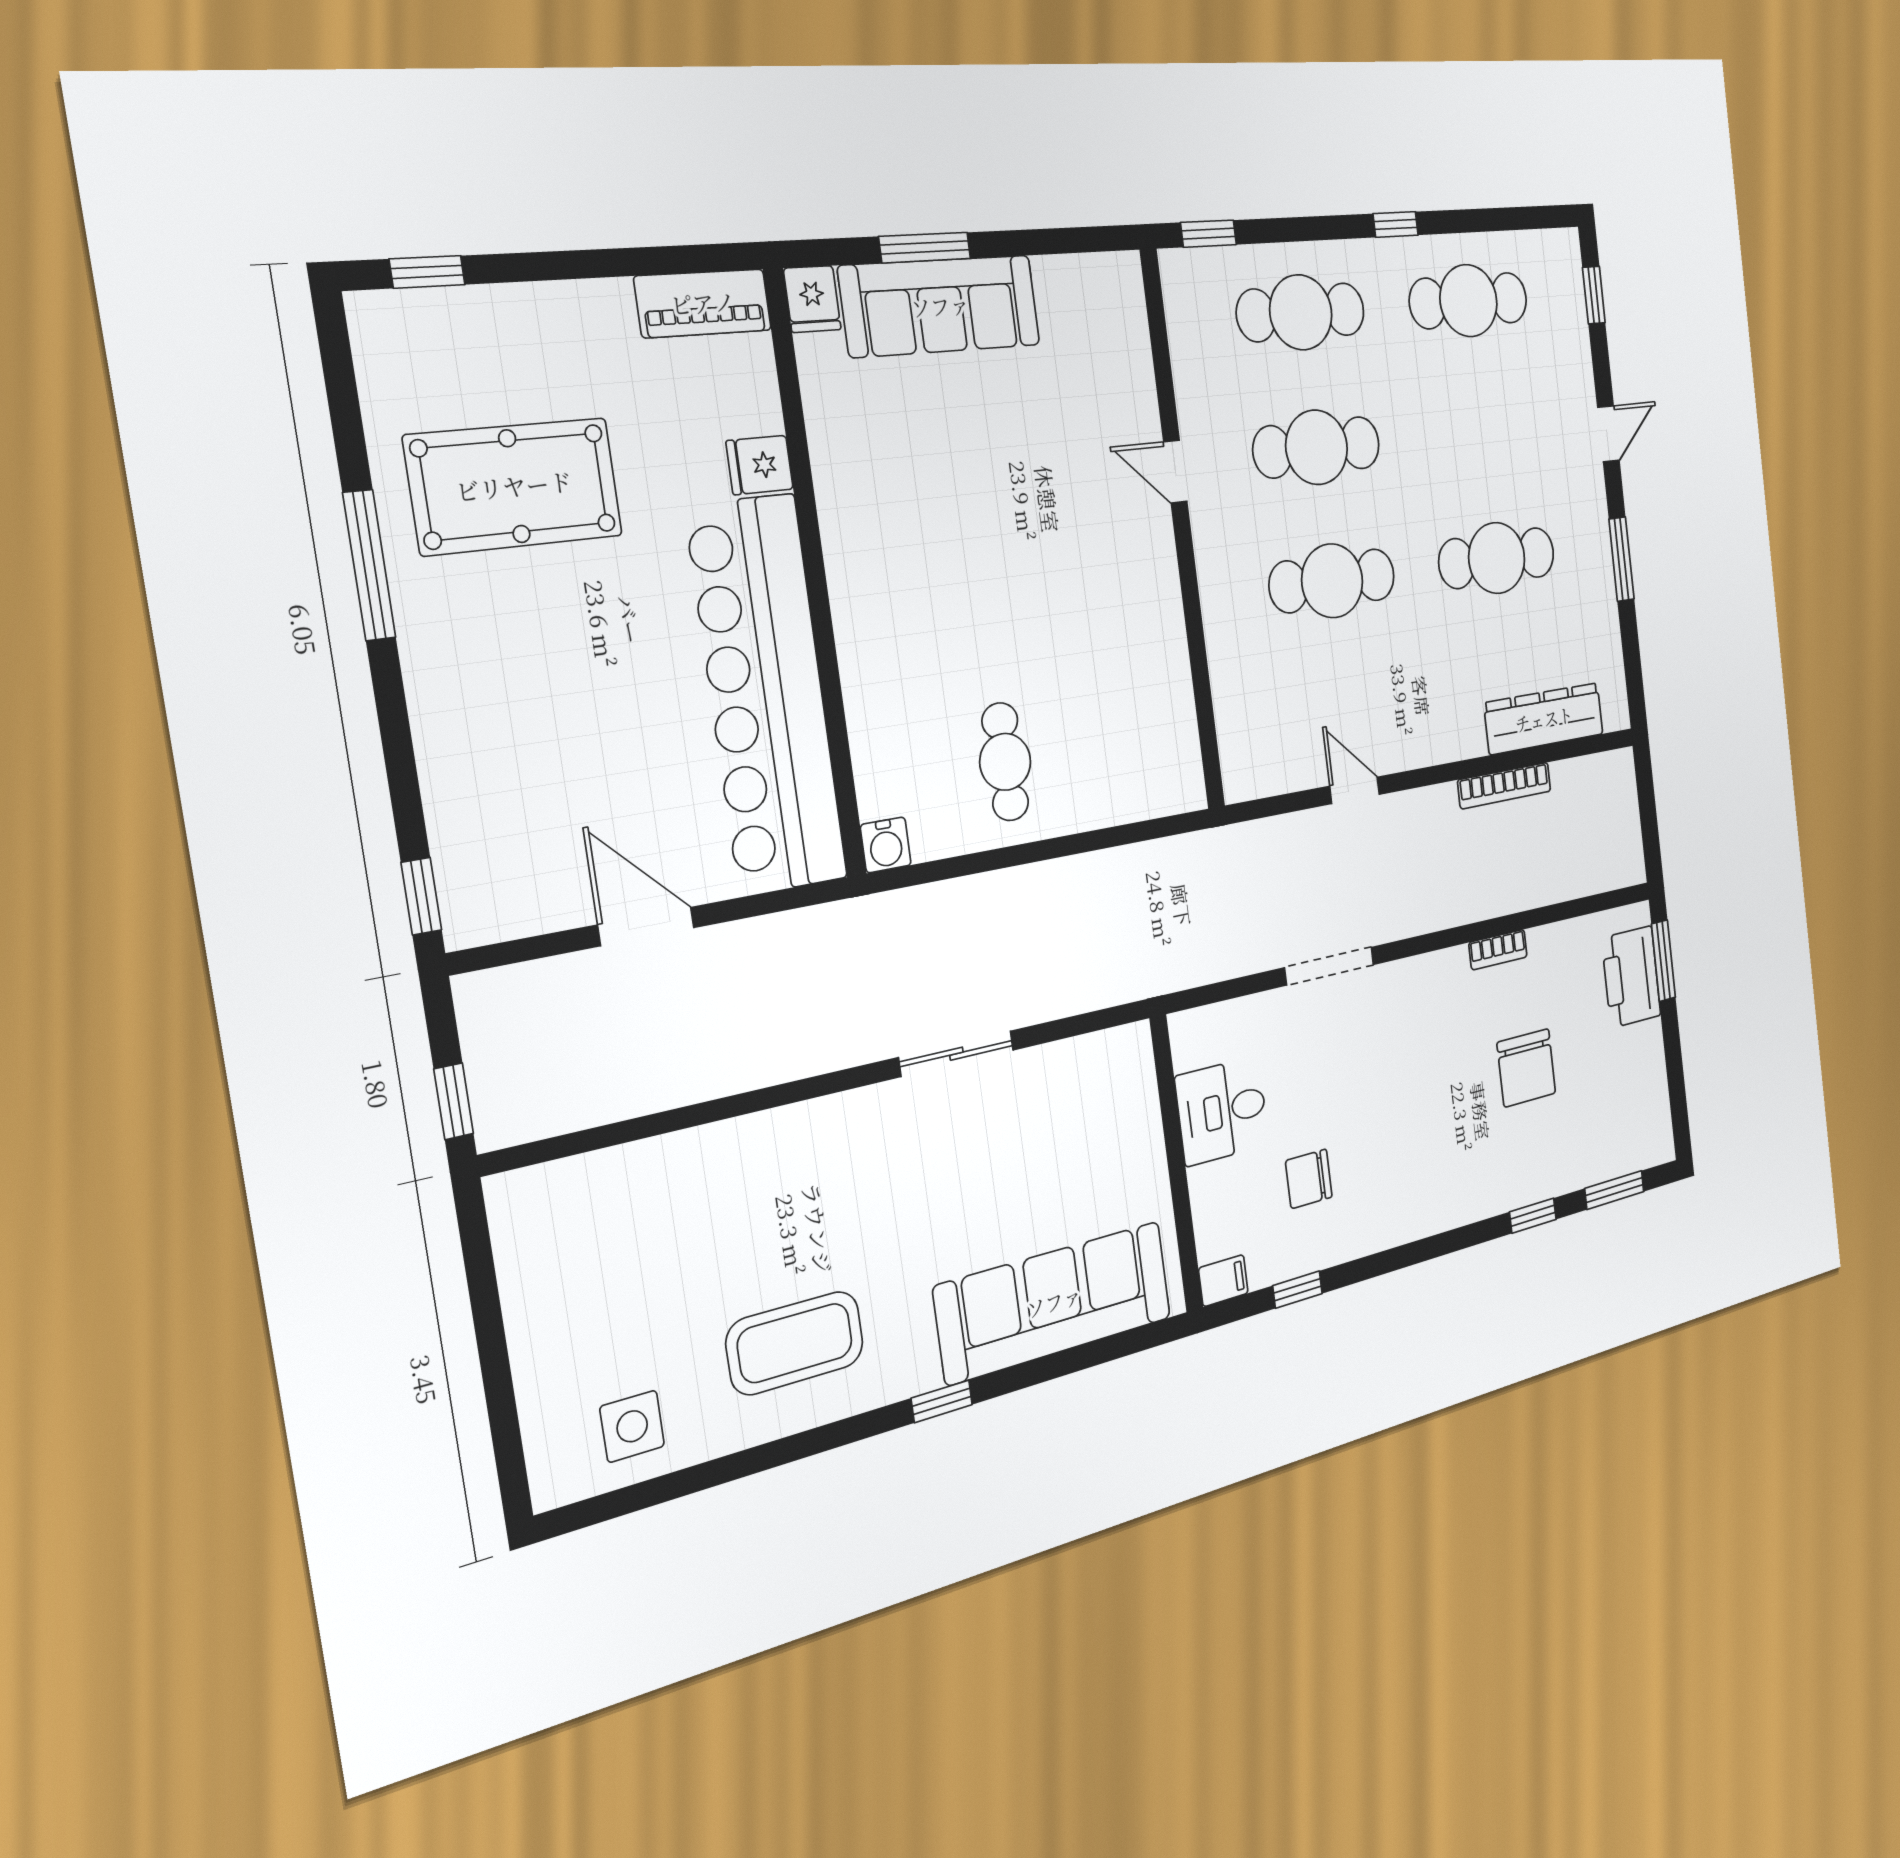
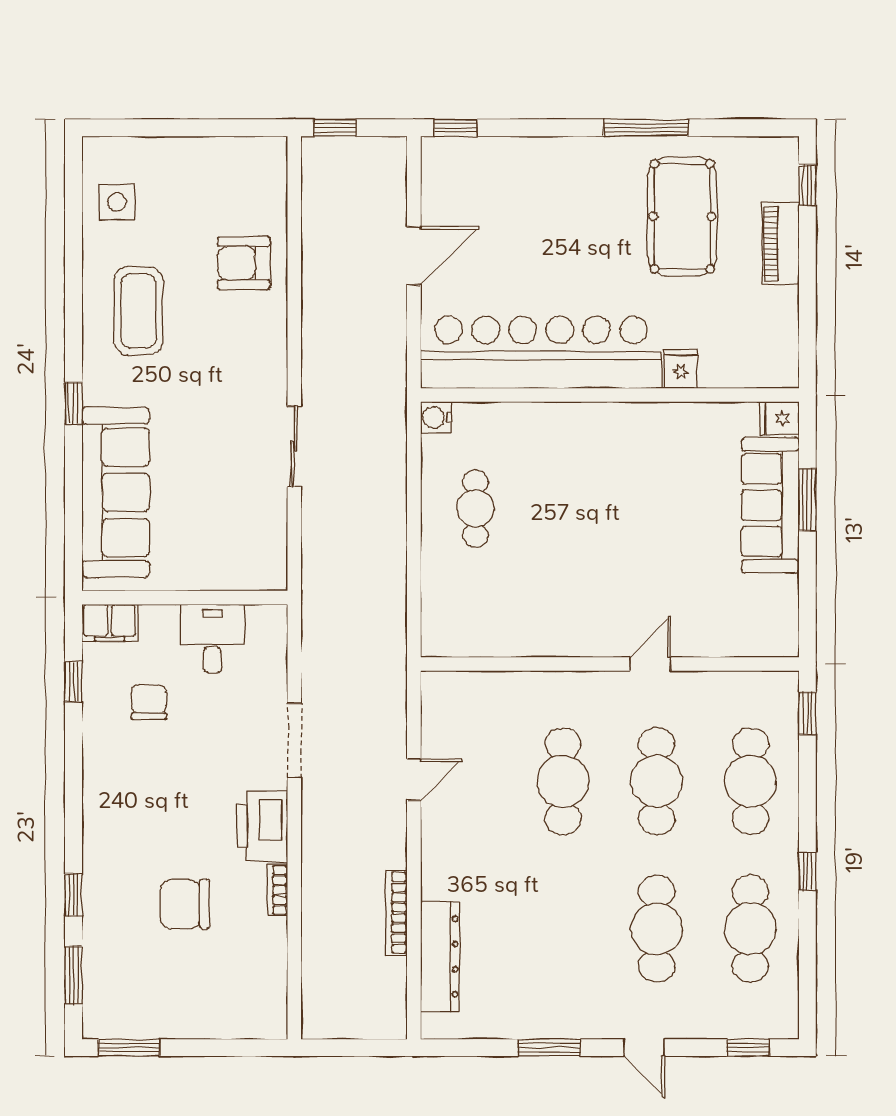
piano: (703, 303) -> (781, 244), moved
cafe table: (1497, 558) -> (657, 929), moved
cafe table: (1005, 762) -> (476, 509), turned 90
window: (1663, 961) -> (129, 1048), moved
printer: (1631, 977) -> (262, 826), moved, turned -90
armchair: (698, 1198) -> (244, 263), added
filing cabinet: (1223, 1281) -> (110, 623), width x2.00

